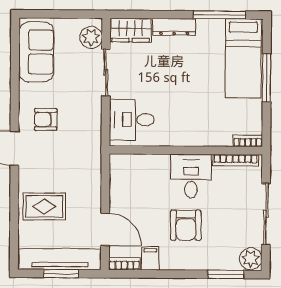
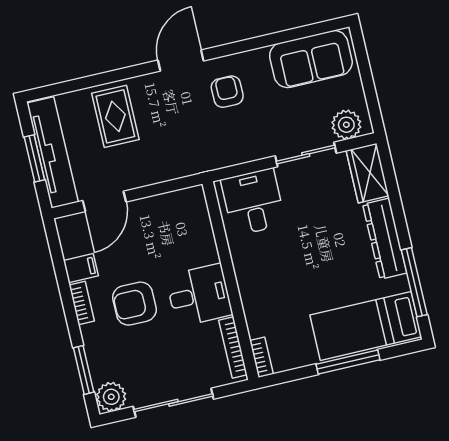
dresser: (174, 27) -> (385, 239), width x1.37, depth x1.24
bookcase: (124, 264) -> (82, 303), moved

